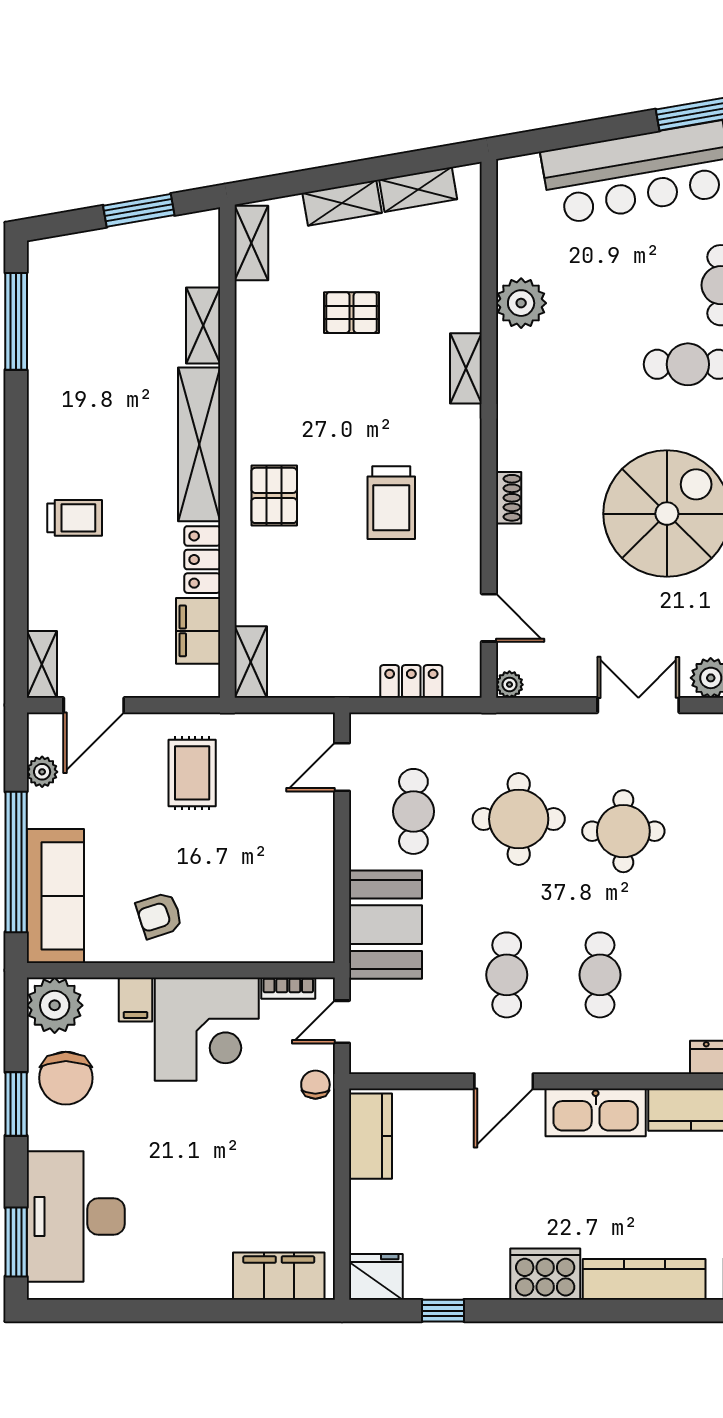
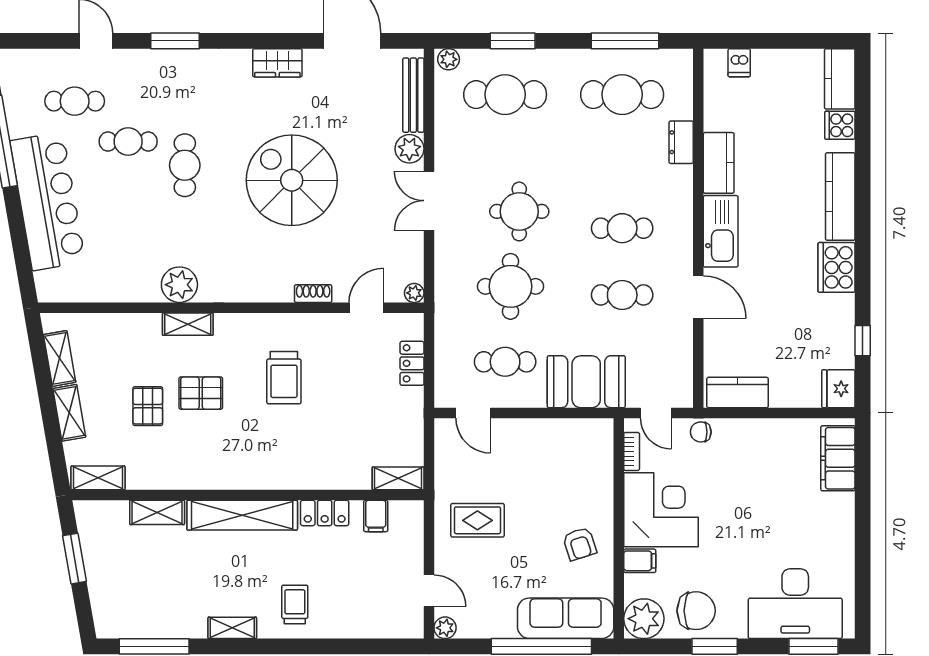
plant: (521, 303) -> (179, 285), moved
pallet: (274, 495) -> (201, 393), moved
shoe rack: (509, 498) -> (313, 294), moved
trolley: (391, 503) -> (284, 378), turned 90
filing cabinet: (198, 631) -> (376, 516), width x0.50
shelving: (42, 664) -> (232, 628), moved
door: (94, 705) -> (429, 591), width x0.73
plant: (42, 772) -> (445, 628), moved

